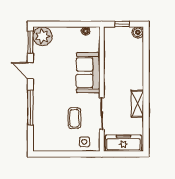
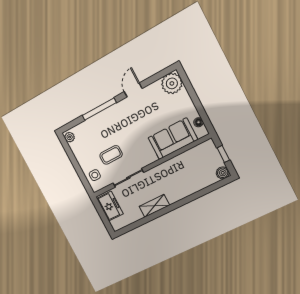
window: (30, 42) -> (160, 75), removed
sofa: (88, 73) -> (173, 139), moved
freezer: (123, 143) -> (110, 206), width x0.71
plant: (40, 146) -> (70, 137), added

